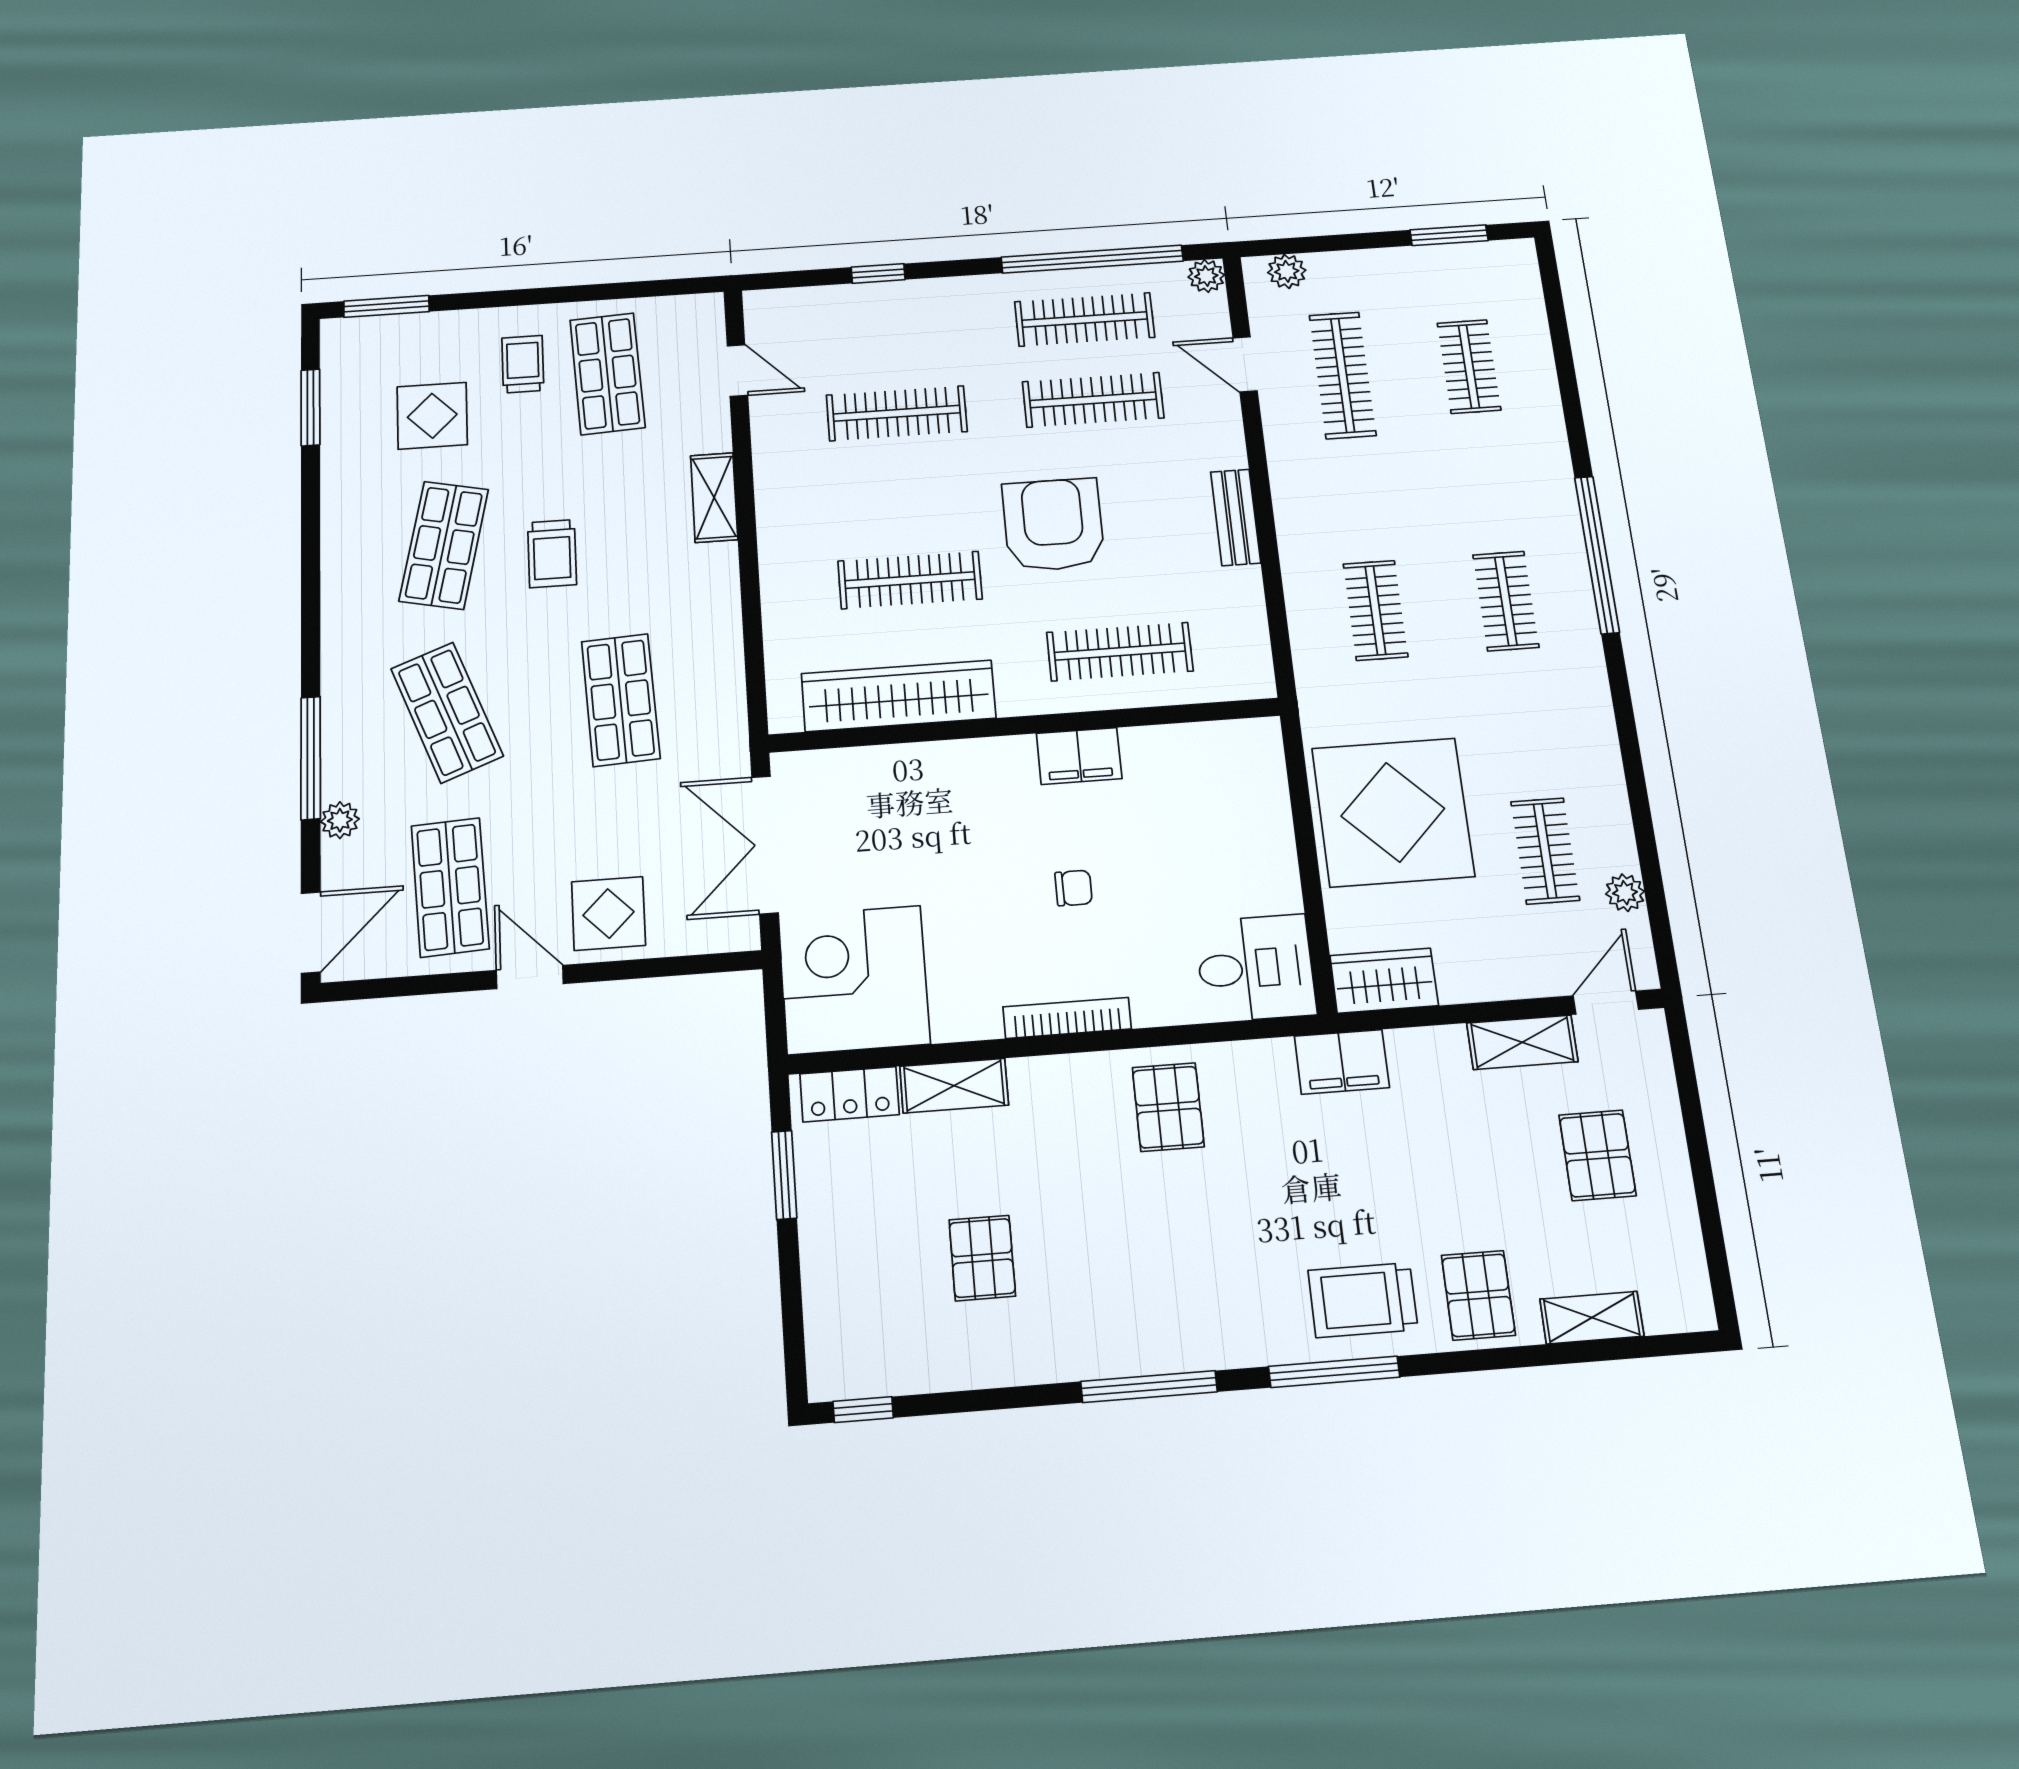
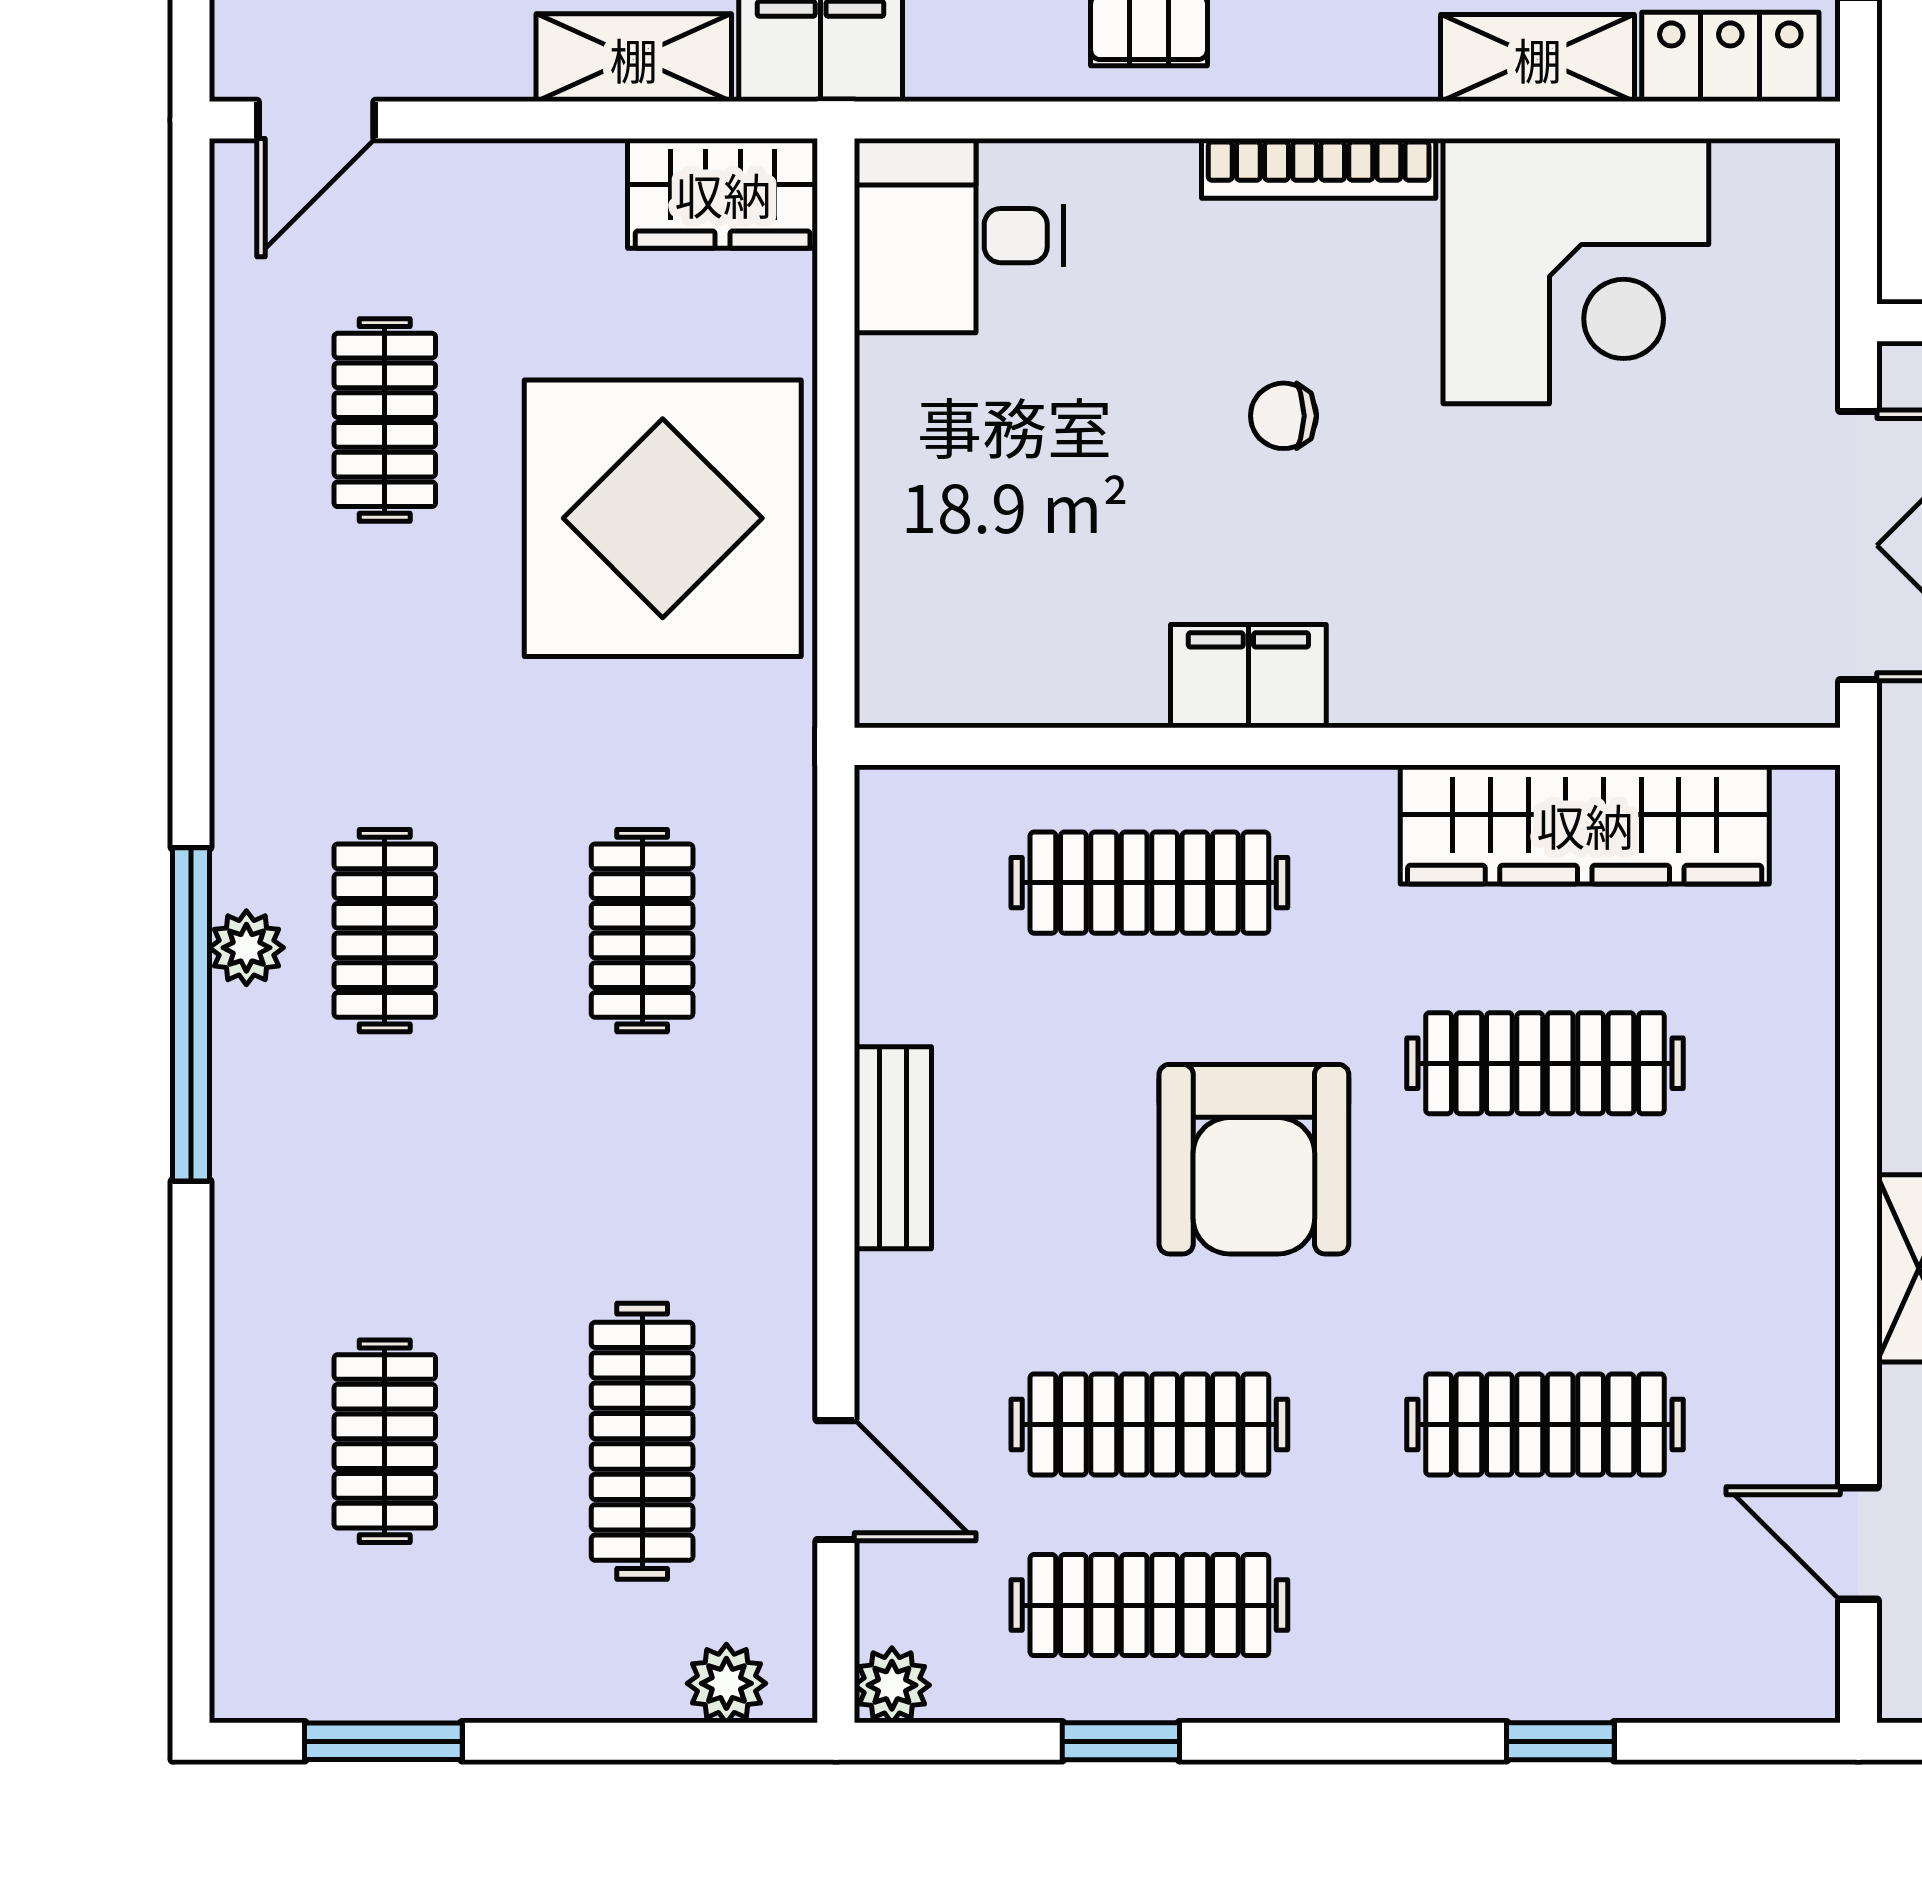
window: (1092, 259) -> (1121, 1741), width x0.32
plant: (1625, 893) -> (246, 948), moved
corner desk: (854, 980) -> (1576, 271), moved
shelving: (1522, 1042) -> (634, 58), moved

